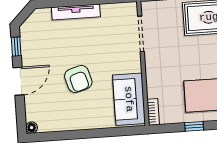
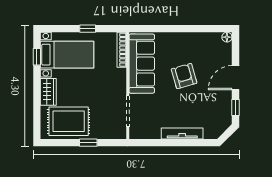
sofa: (129, 99) -> (142, 64), width x1.36
bookcase: (153, 112) -> (122, 50), width x1.56

